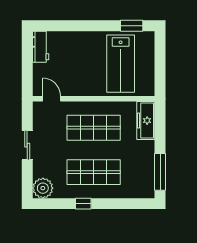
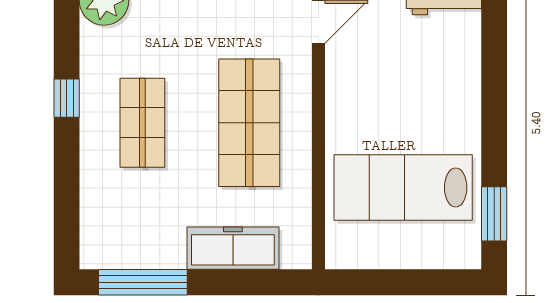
freezer: (146, 121) -> (233, 248), moved
shop shelf: (94, 172) -> (142, 123), width x0.70, depth x0.74

